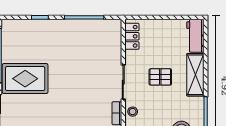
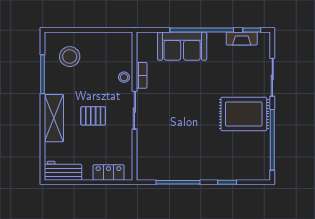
locker: (132, 36) -> (108, 172), moved, turned 90
workbench: (195, 36) -> (63, 171), moved, turned -90

